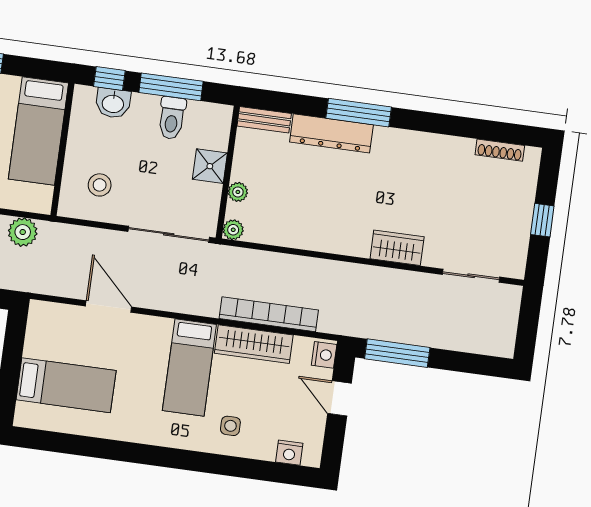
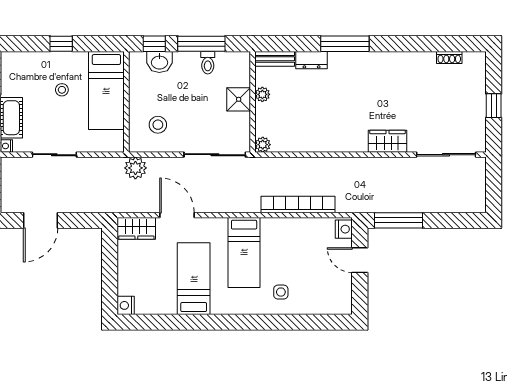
toilet: (172, 118) -> (208, 63), width x0.73, depth x0.72
dresser: (331, 133) -> (312, 60), width x0.51, depth x0.80
shoe rack: (500, 150) -> (449, 57), width x0.70
plant: (238, 192) -> (262, 94), moved
plant: (23, 232) -> (135, 168), moved
sliding door: (471, 276) -> (446, 155), width x1.37
wardrobe: (254, 344) -> (136, 228), moved, width x0.67
bed: (66, 385) -> (194, 279), moved, turned -90
nightstand: (289, 453) -> (126, 305), moved, turned 90

